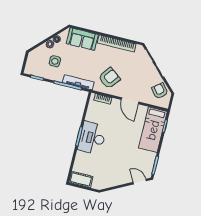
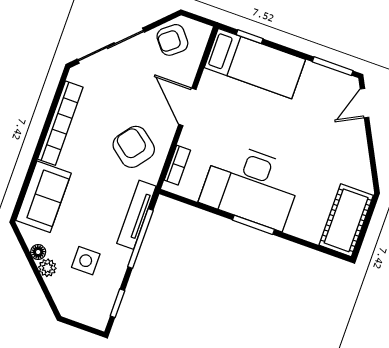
door: (130, 101) -> (187, 107), swing flipped
desk: (92, 138) -> (251, 186), width x1.36, depth x1.30
cot: (81, 179) -> (346, 220), width x1.37, depth x1.34

